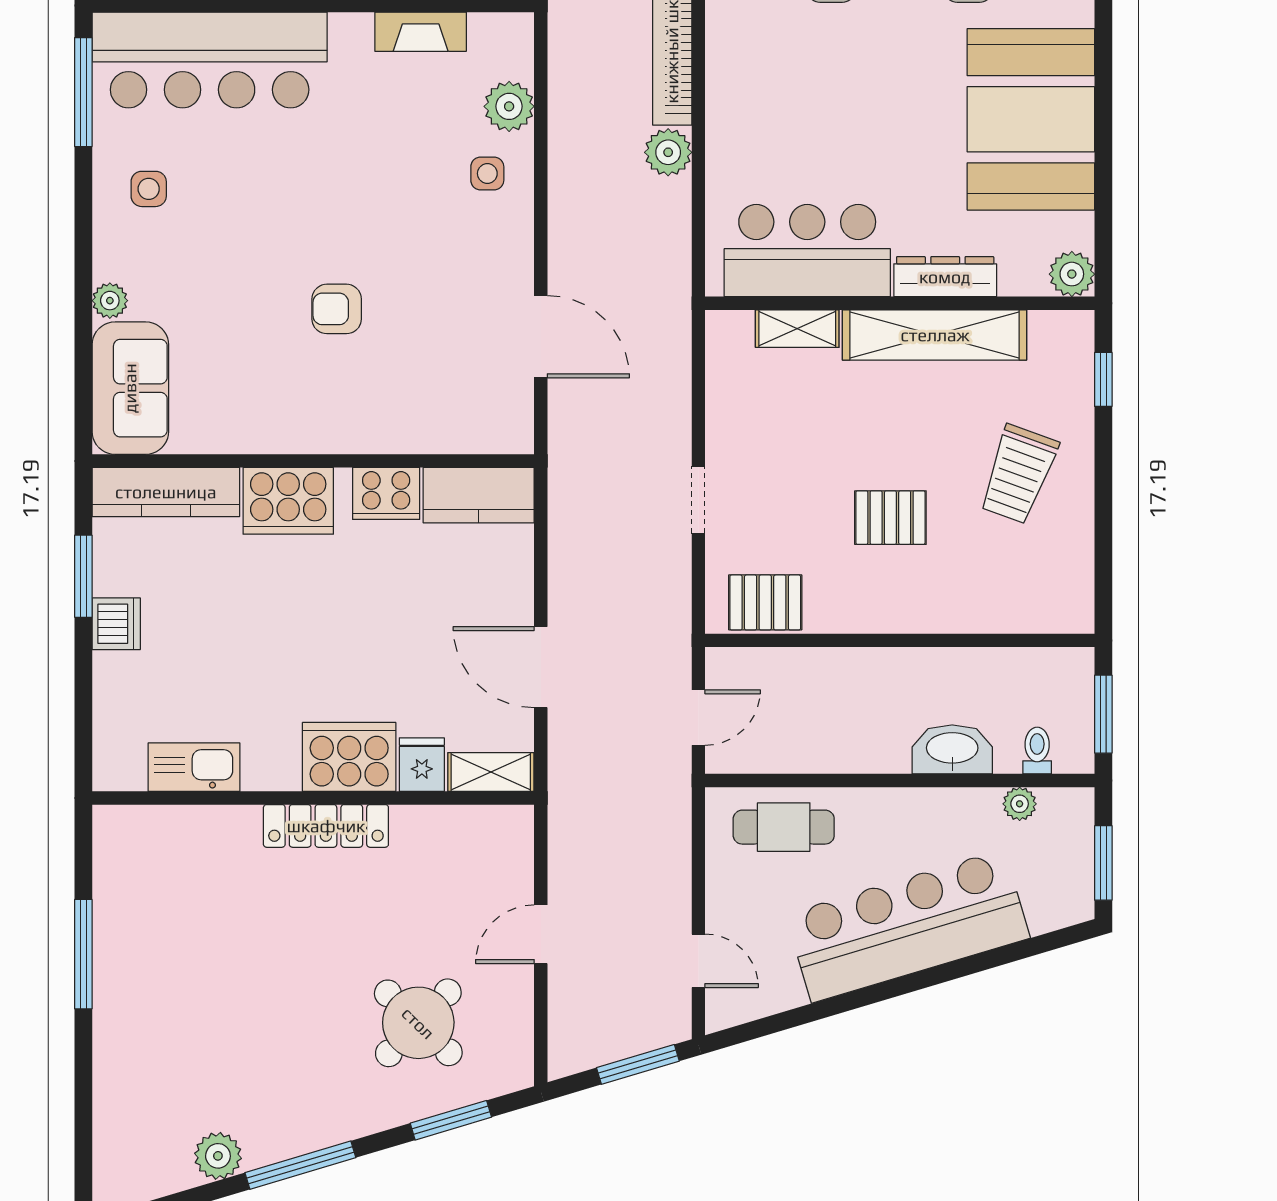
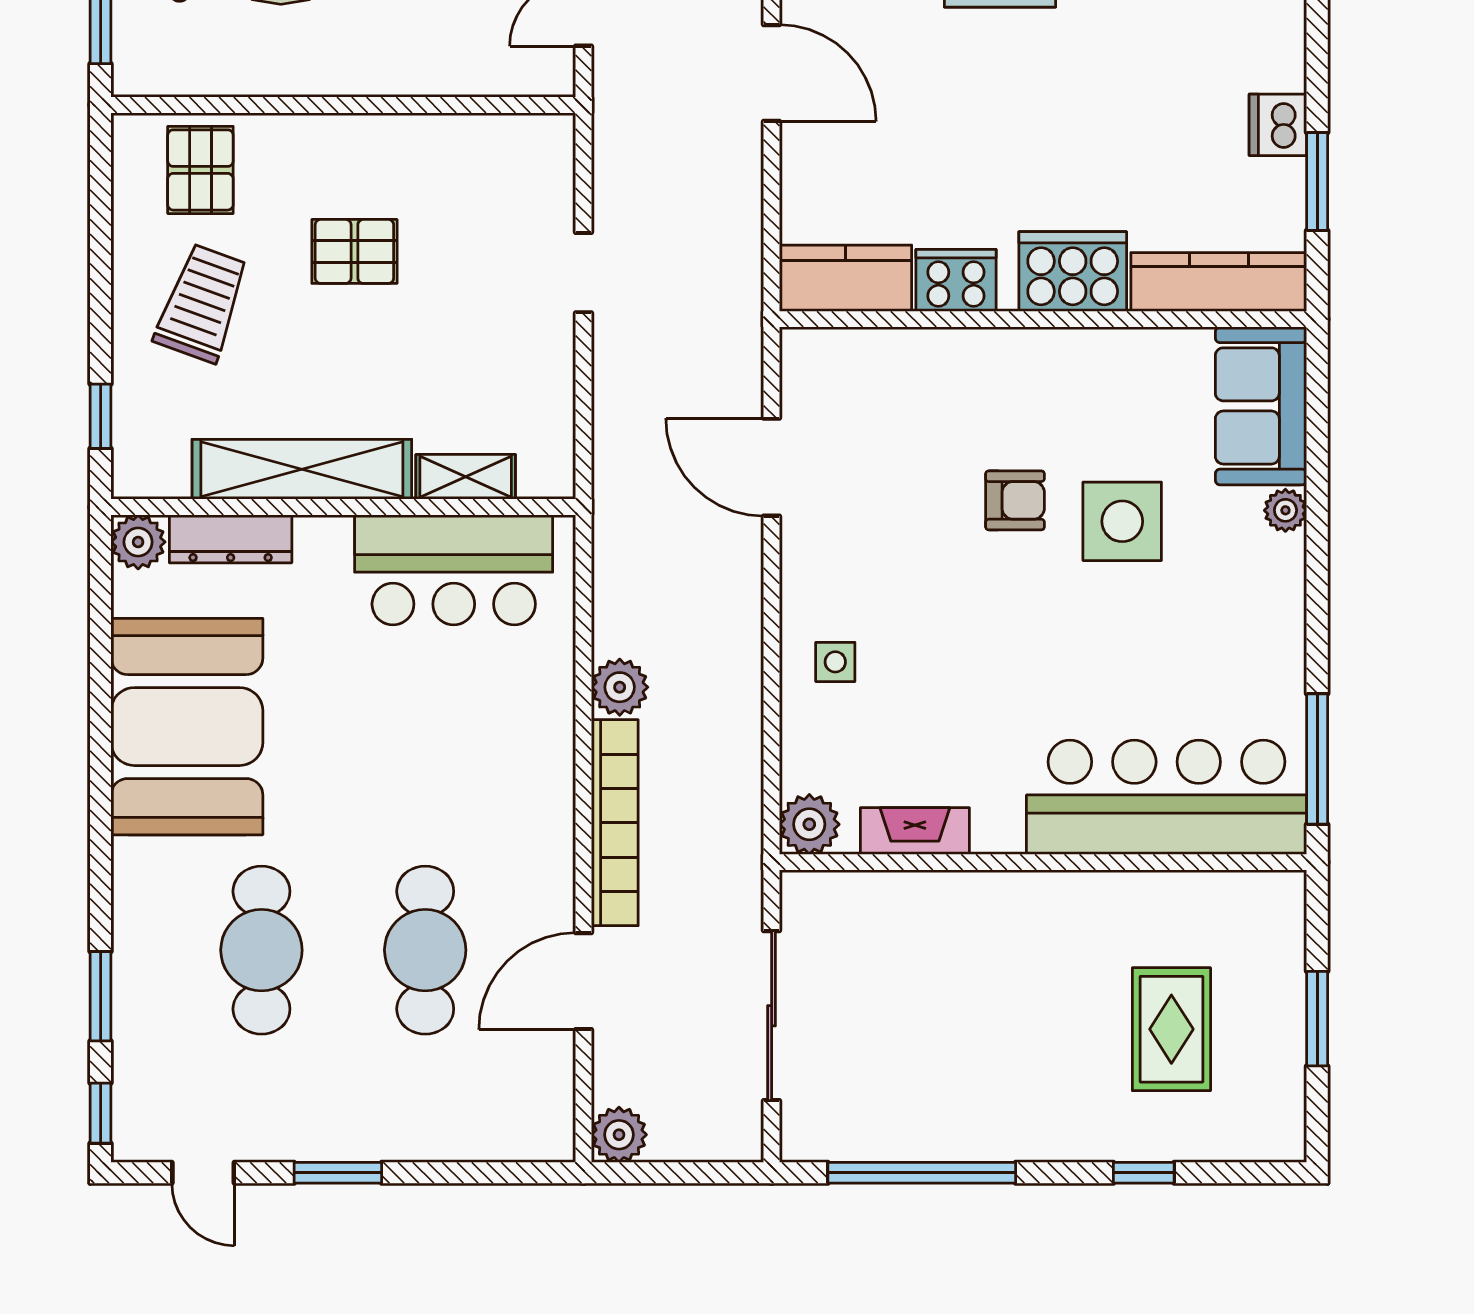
plant: (509, 106) -> (809, 824), moved
side table: (149, 189) -> (1122, 521), moved, width x1.87, depth x1.87
dresser: (945, 277) -> (231, 539), moved
pallet: (765, 602) -> (200, 170), moved, turned 90

